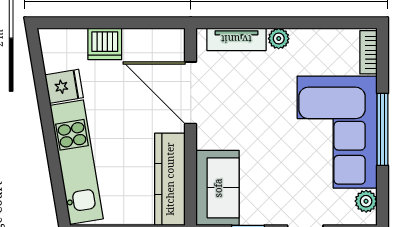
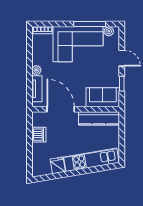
dishwasher: (105, 44) -> (39, 135), moved
door: (191, 93) -> (61, 109), swing flipped
window: (382, 129) -> (90, 24), moved

